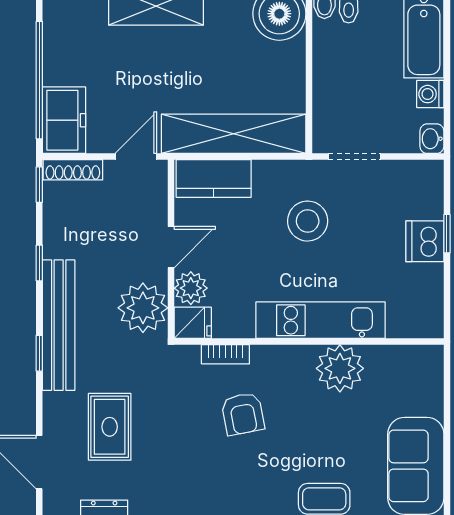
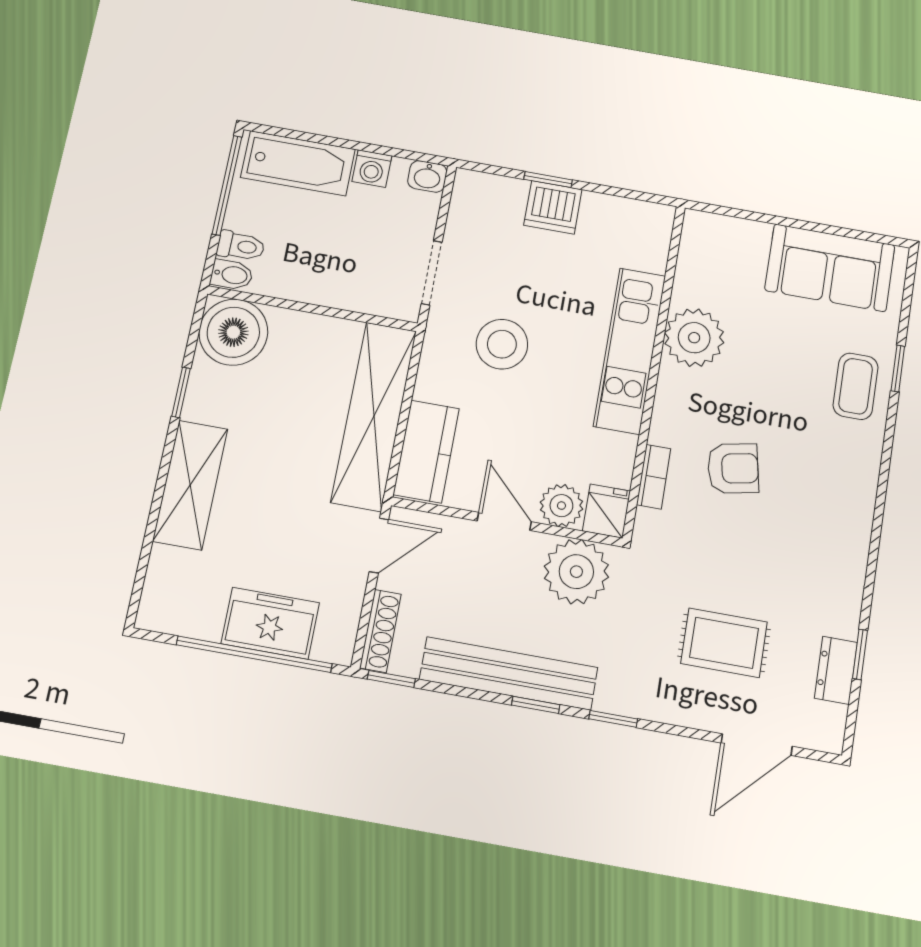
freezer: (64, 120) -> (270, 623), moved
door: (136, 157) -> (379, 546), swing flipped
window: (39, 263) -> (536, 705), moved
bench: (59, 325) -> (509, 673), moved

